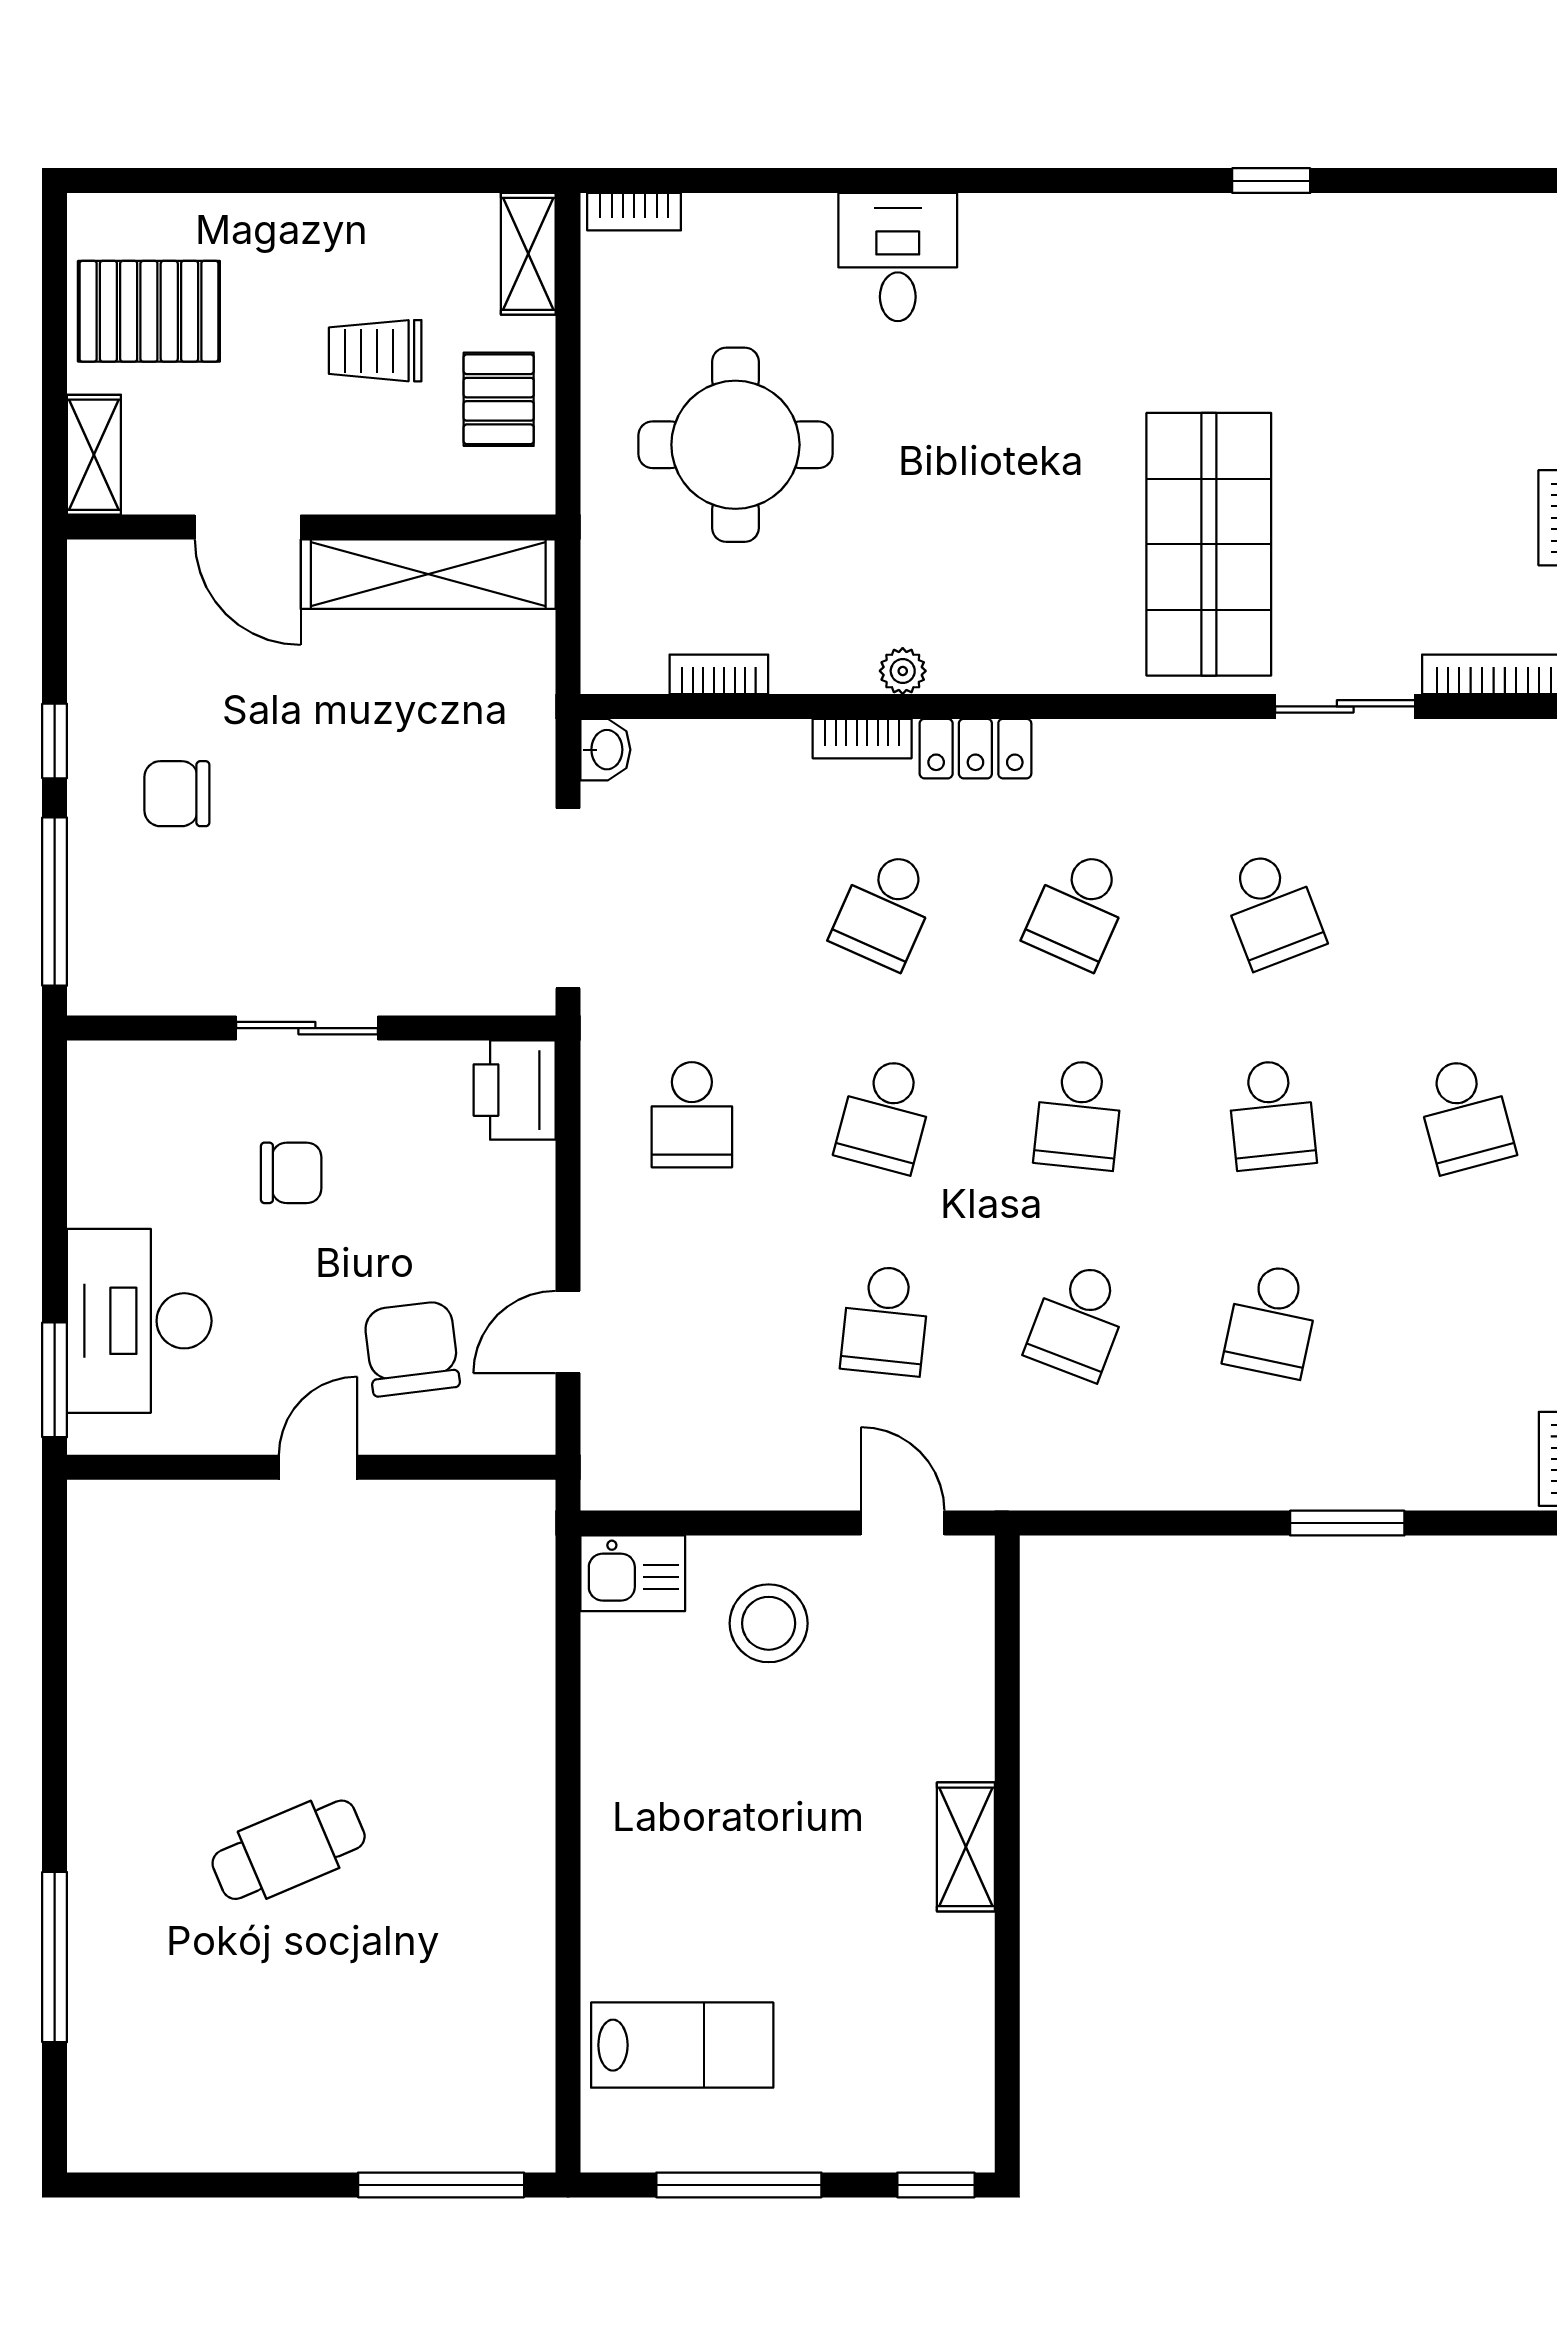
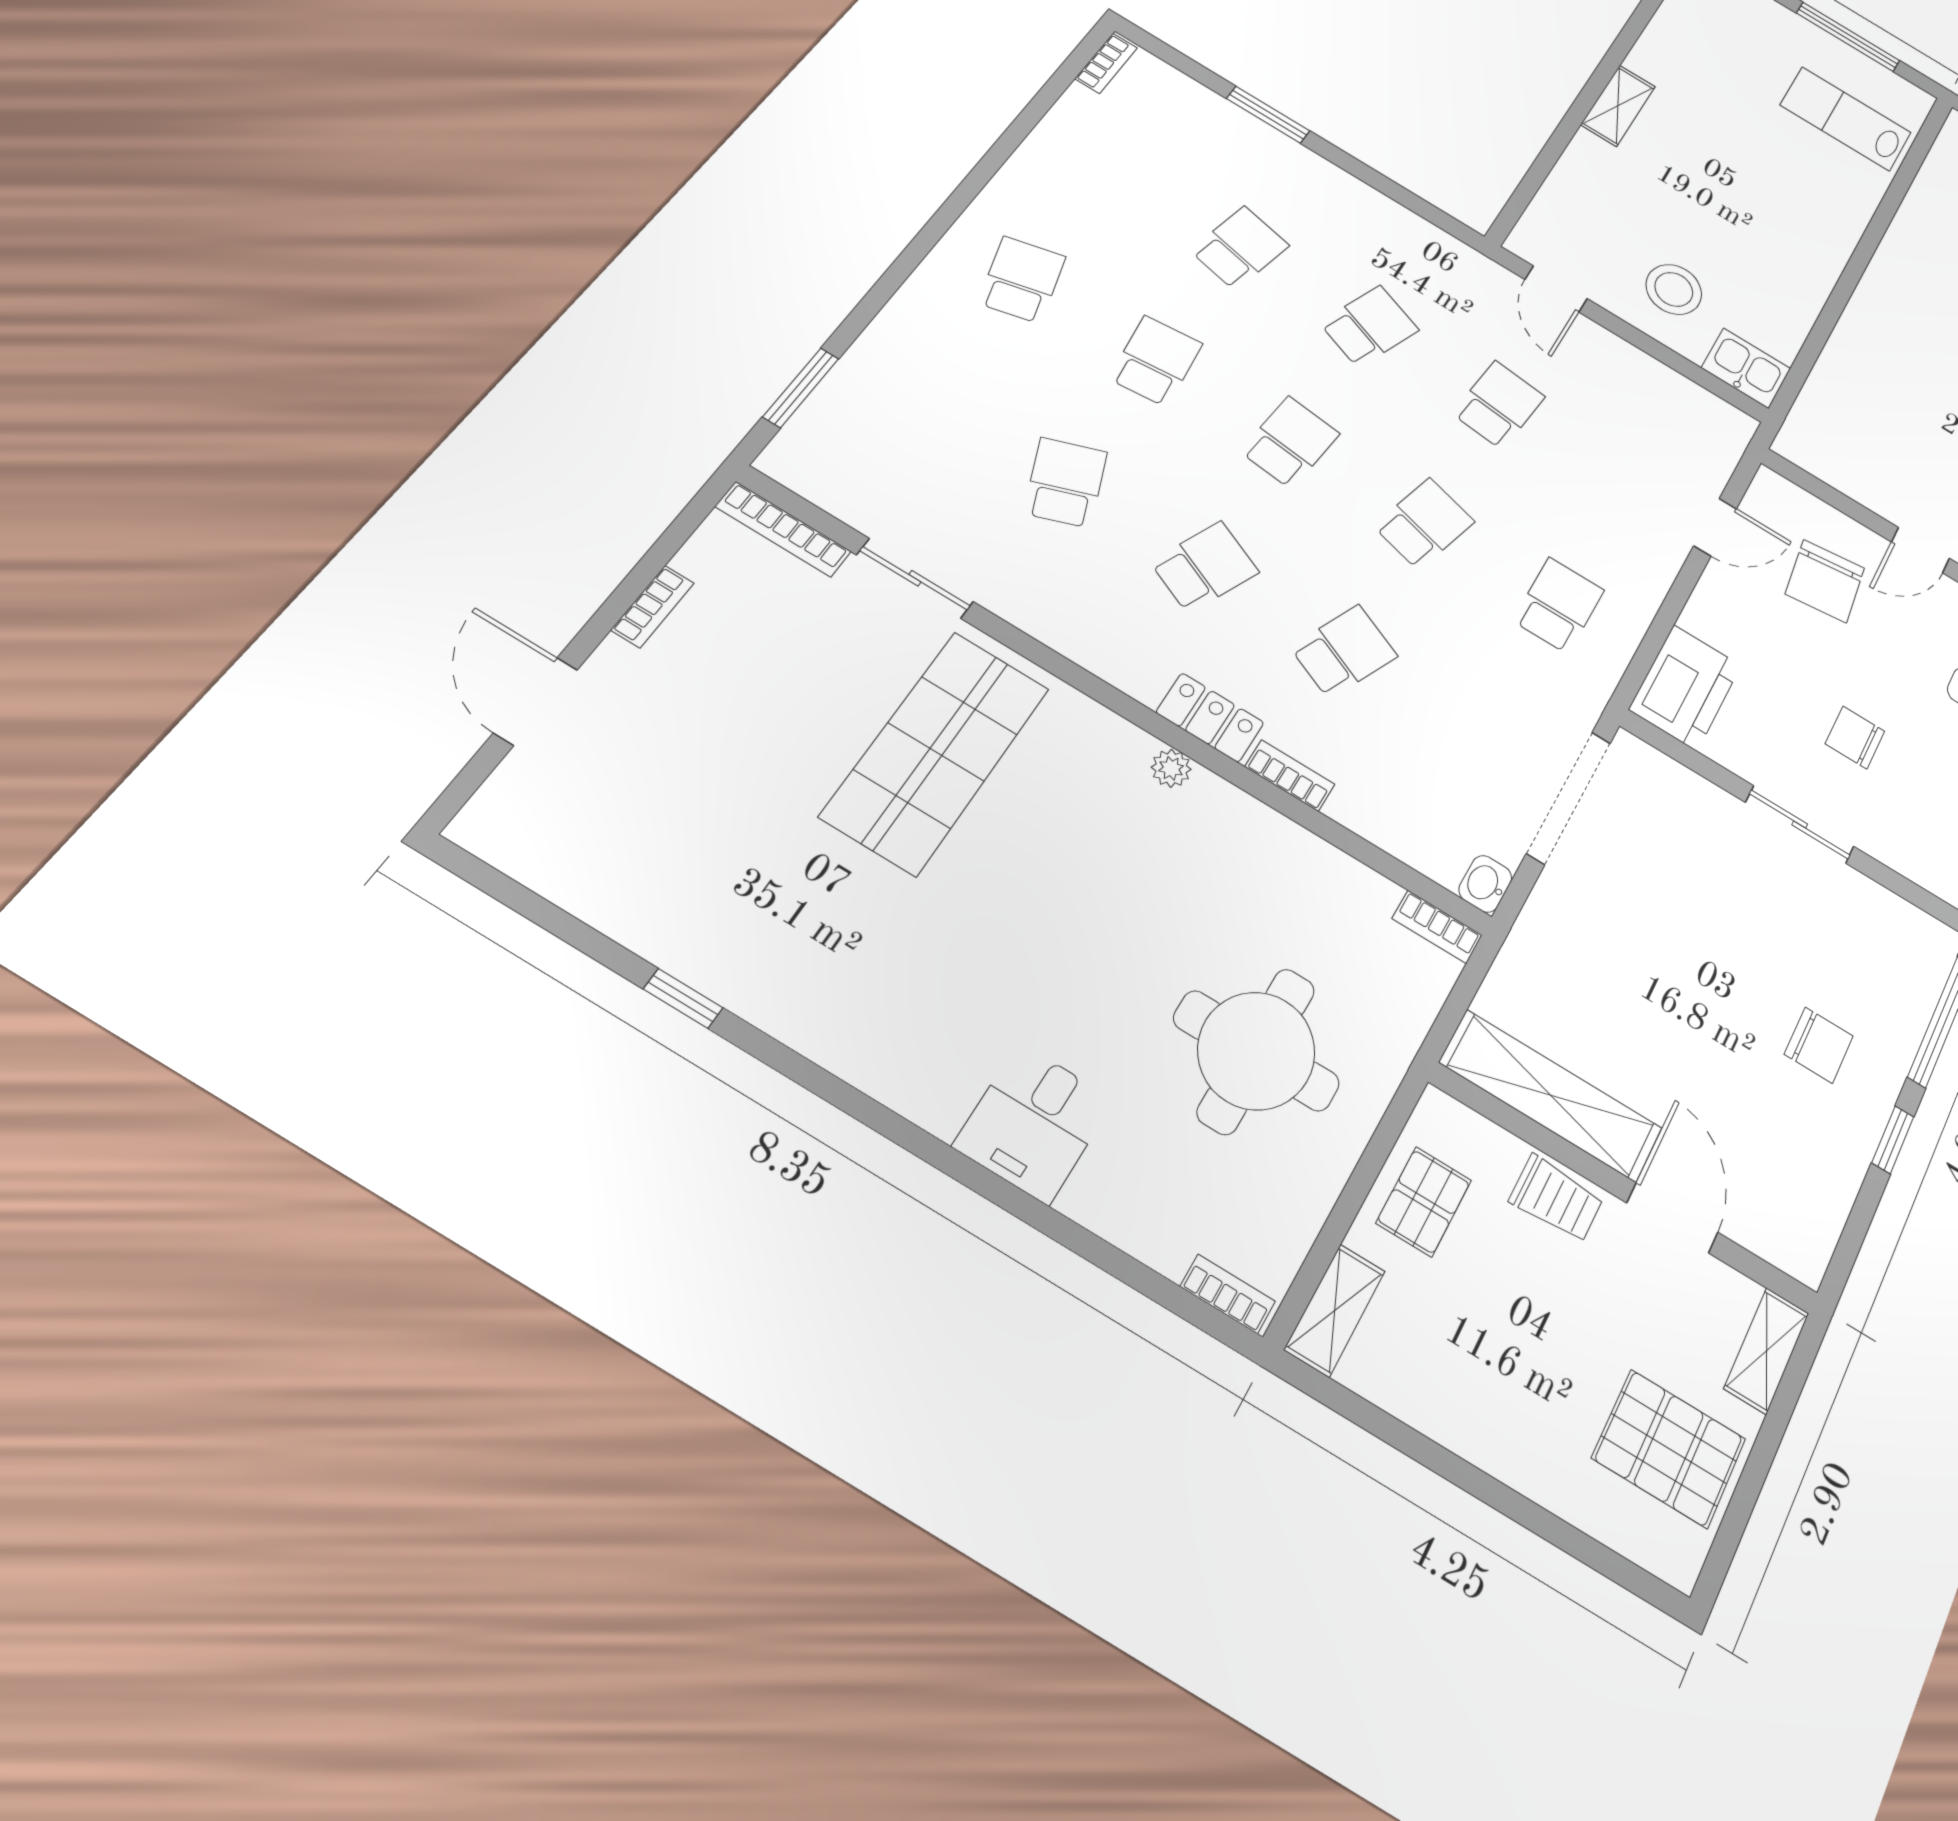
trolley: (375, 351) -> (1556, 1199), moved
plant: (903, 671) -> (1171, 768), moved
bookcase: (719, 674) -> (1437, 927), moved
printer: (515, 1090) -> (1685, 687), width x1.37, depth x1.19

